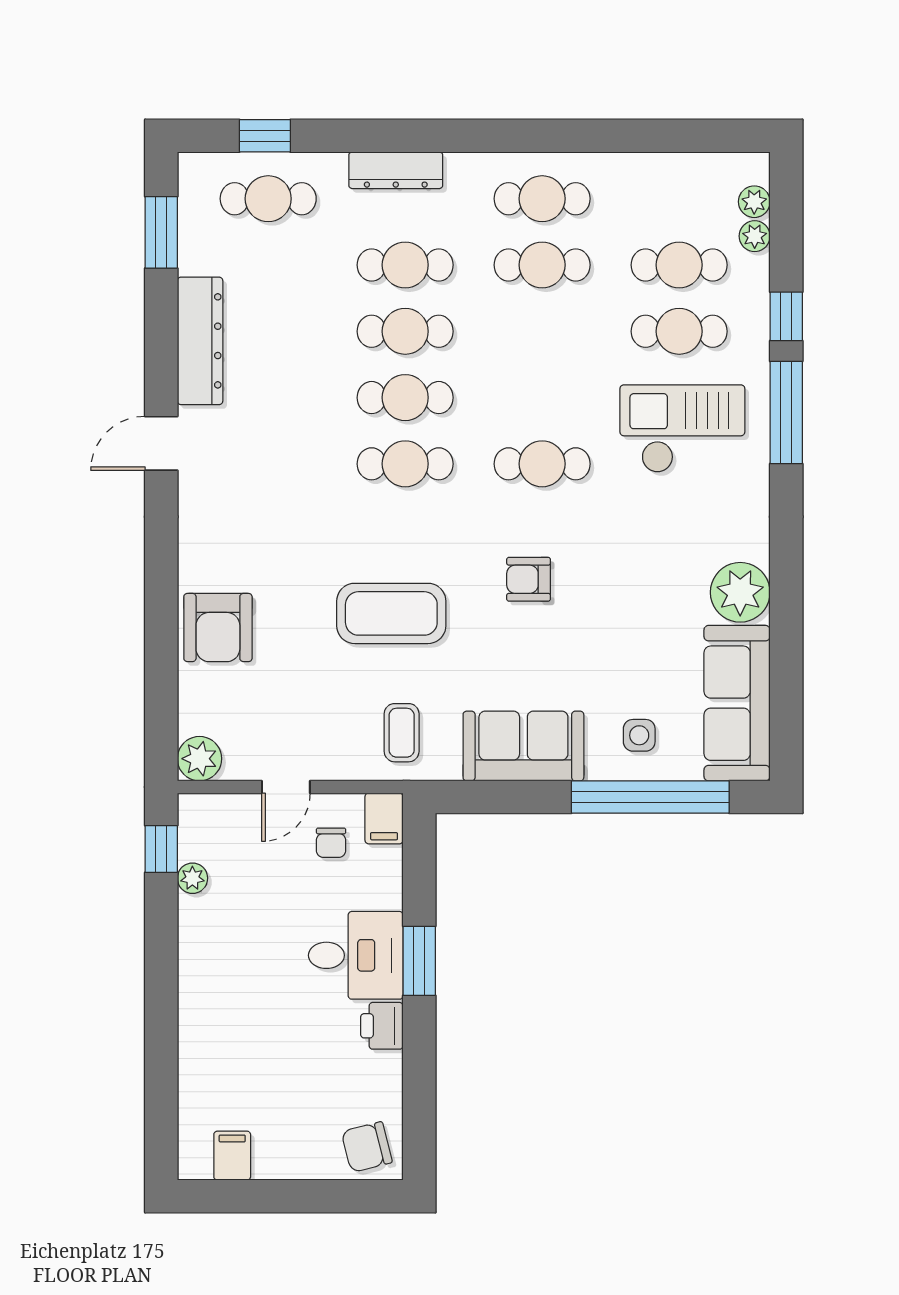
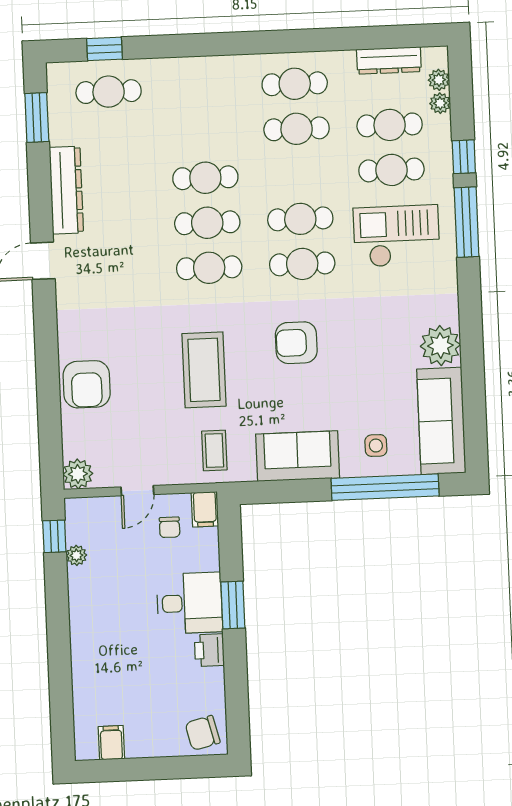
dresser: (396, 170) -> (389, 60), moved
cafe table: (405, 265) -> (300, 219), moved
armchair: (529, 579) -> (296, 343), width x1.38, depth x1.38
coffee table: (391, 613) -> (204, 370), turned 90

